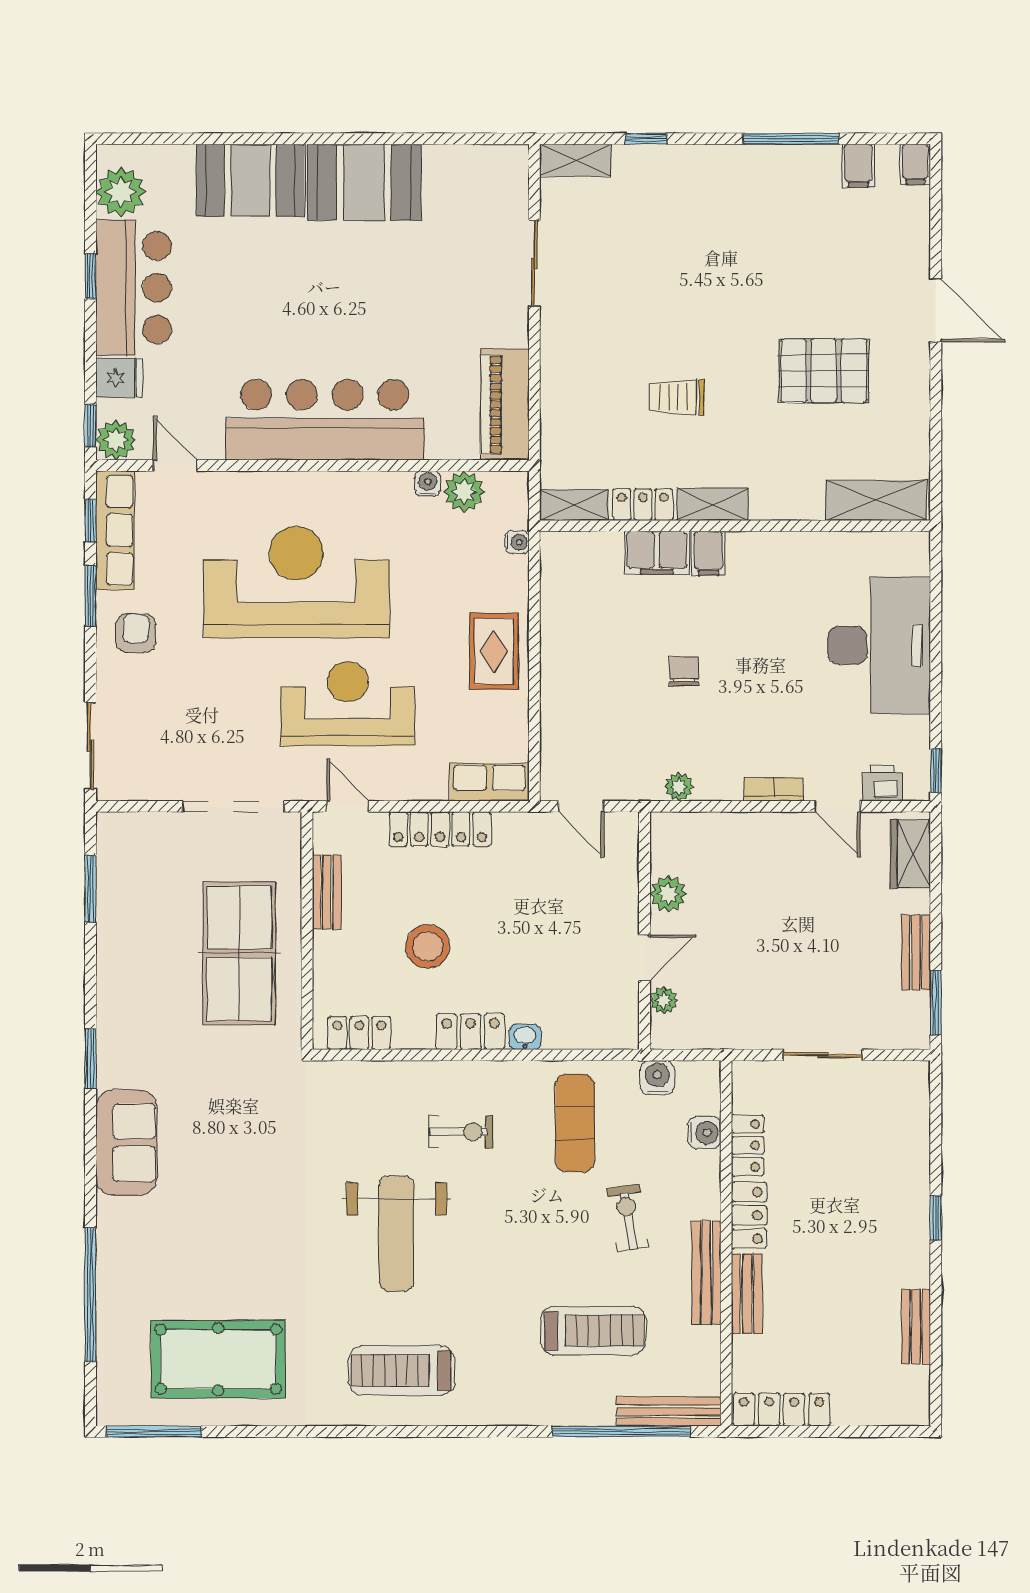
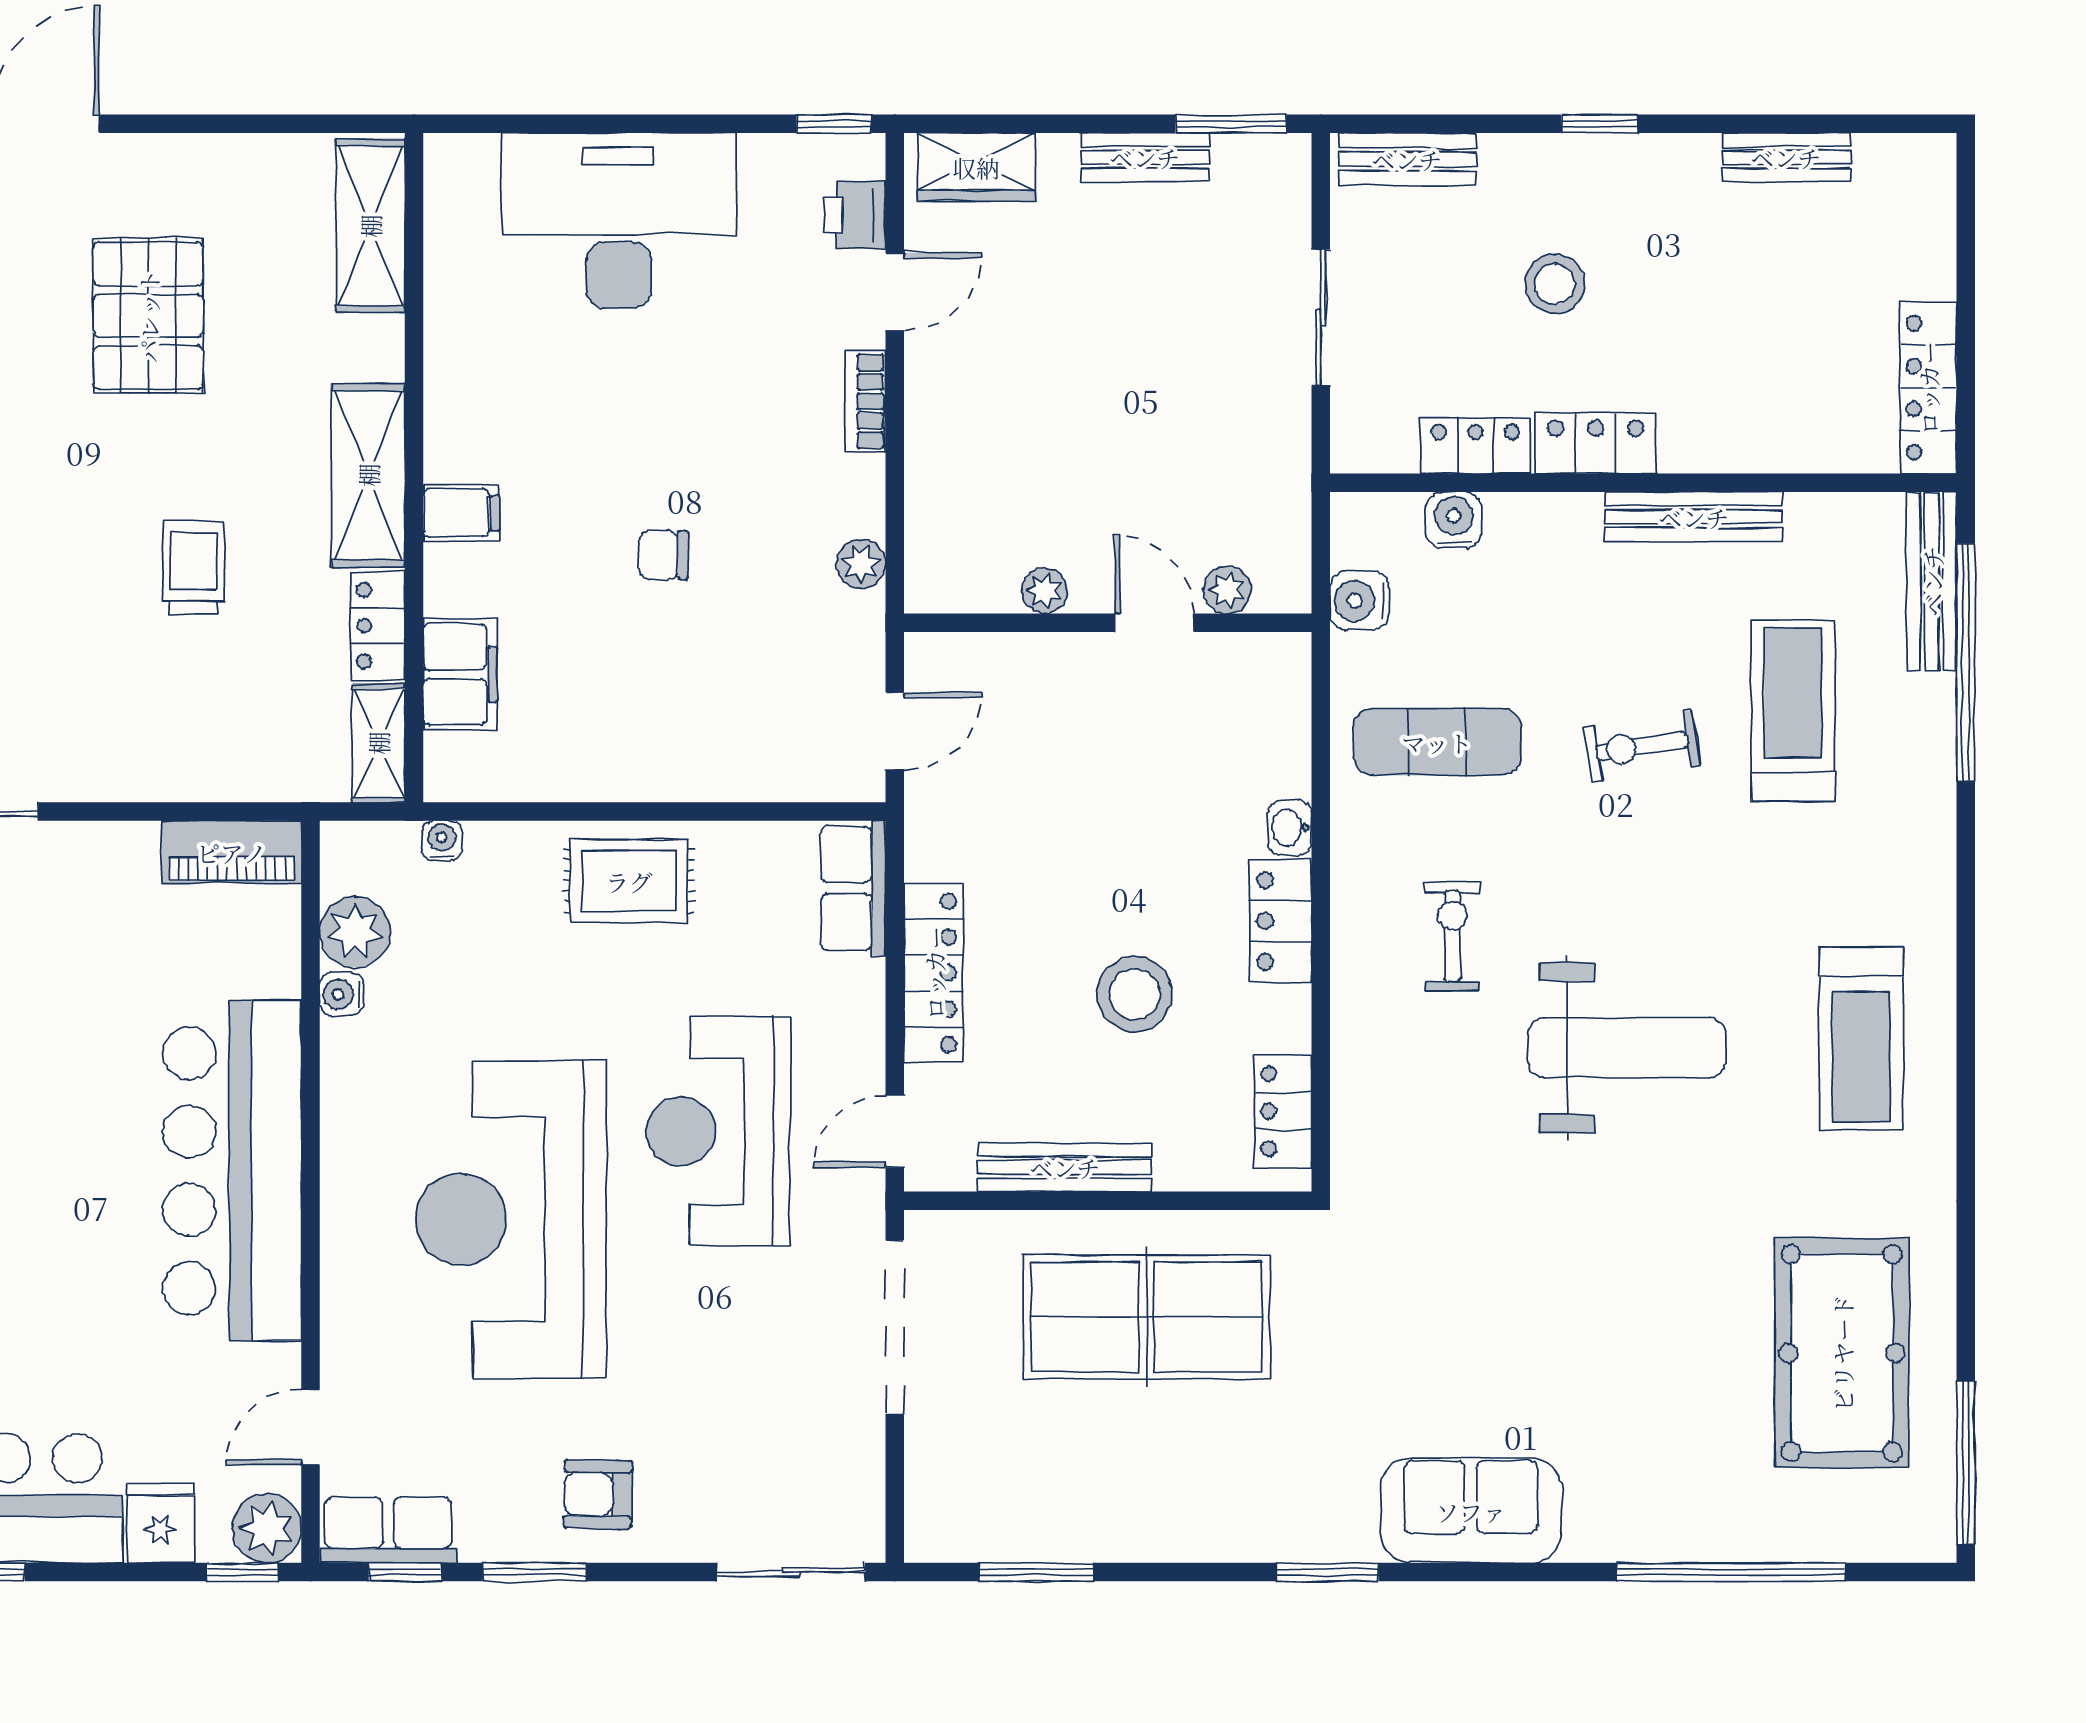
trolley: (677, 397) -> (194, 567), turned 180
piano: (505, 405) -> (232, 852), width x0.73, depth x0.75
shelving: (713, 504) -> (368, 475), width x1.50, depth x1.33
row of seats: (115, 530) -> (388, 1530), width x0.68
filing cabinet: (657, 553) -> (460, 674), moved
bench: (327, 892) -> (1065, 1167), width x1.36
plant: (668, 894) -> (1045, 591), width x0.73, depth x0.73
stool: (842, 1192) -> (1555, 284), added
exercise bike: (628, 1218) -> (1642, 746), moved
bench: (747, 1294) -> (1407, 159), moved

